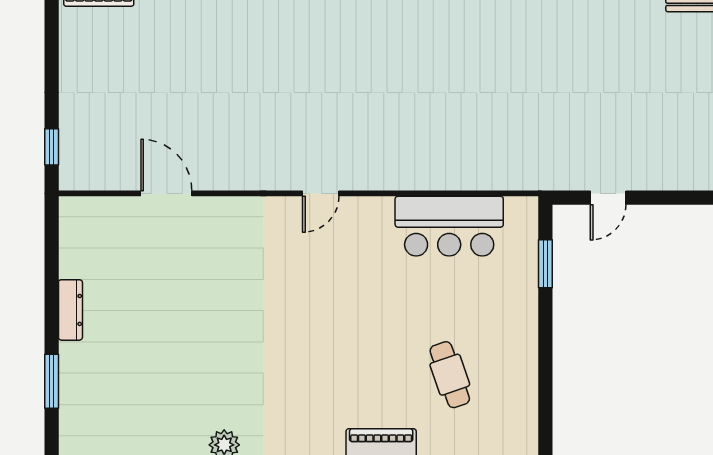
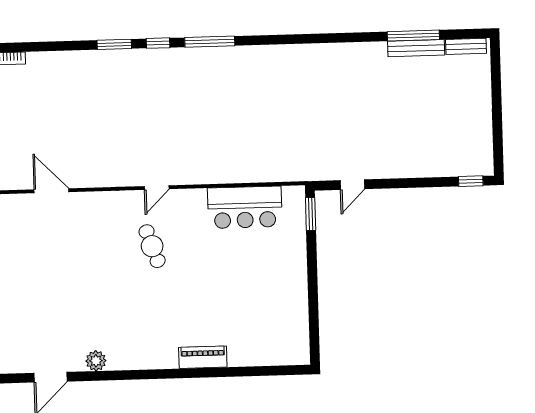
window: (545, 264) -> (311, 214), moved
cafe table: (450, 375) -> (152, 246), moved

